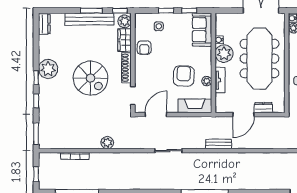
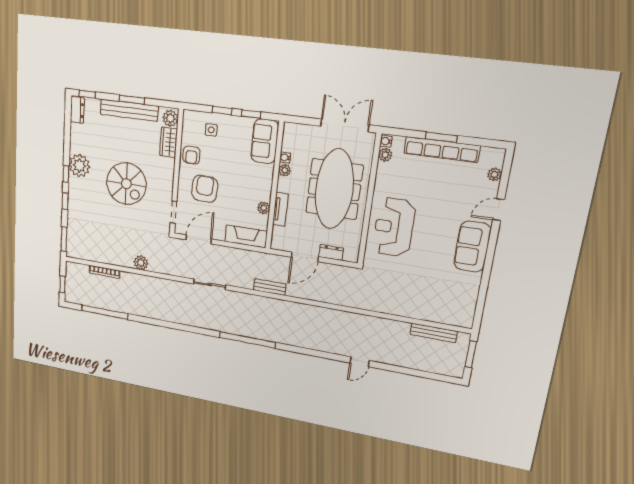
window: (120, 11) -> (87, 94), moved
plant: (224, 54) -> (285, 170), width x0.53, depth x0.53
shoe rack: (126, 68) -> (168, 177), removed
armchair: (184, 76) -> (205, 189), moved

